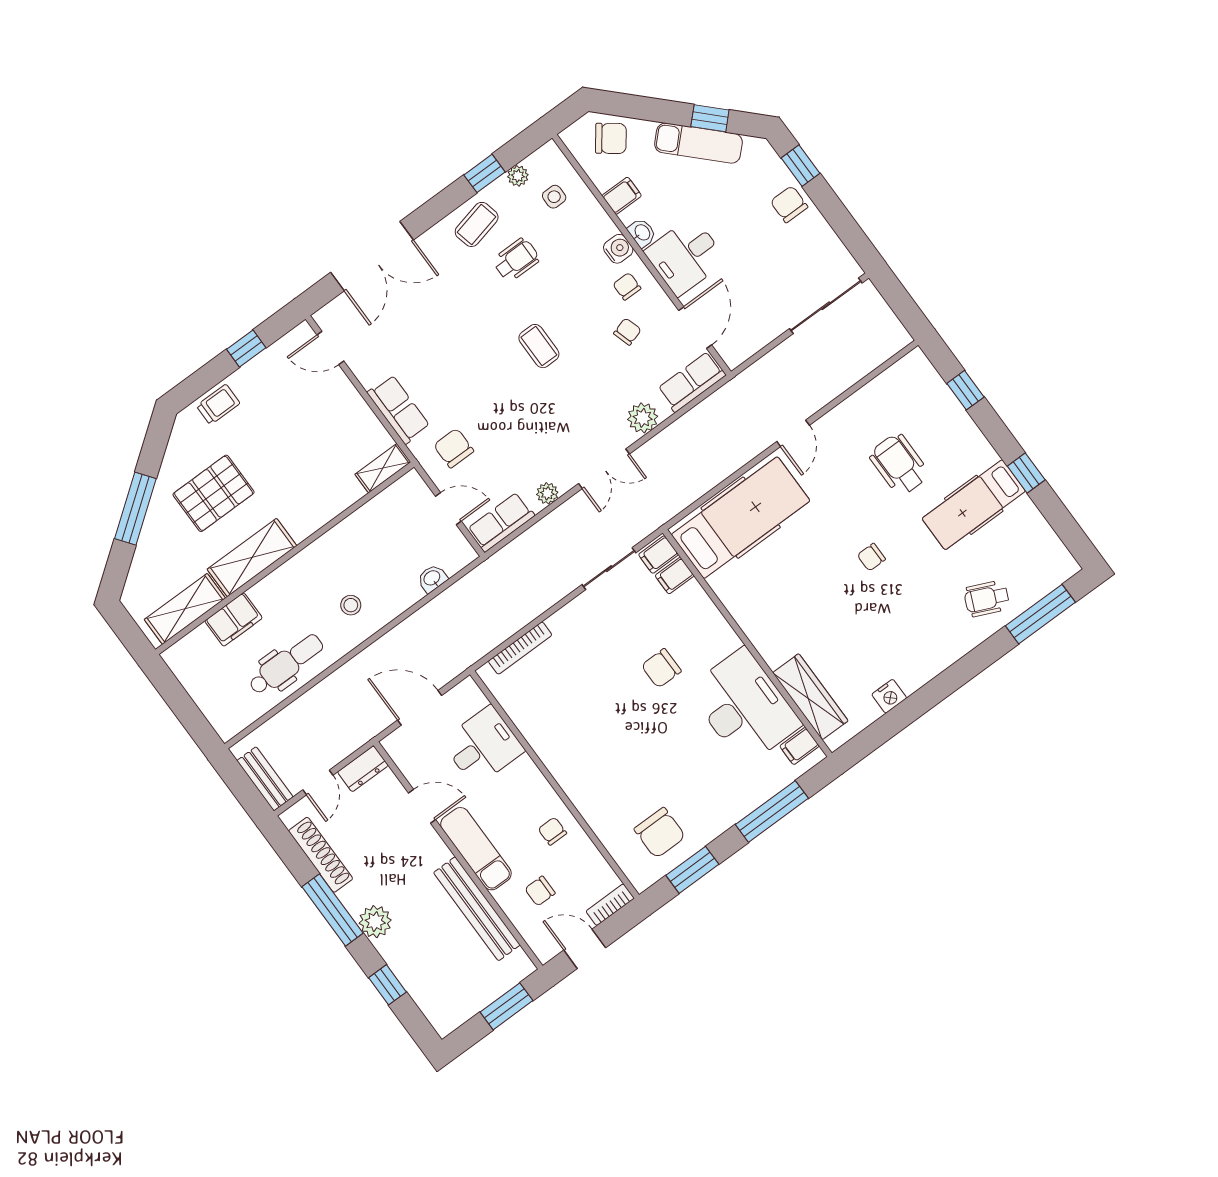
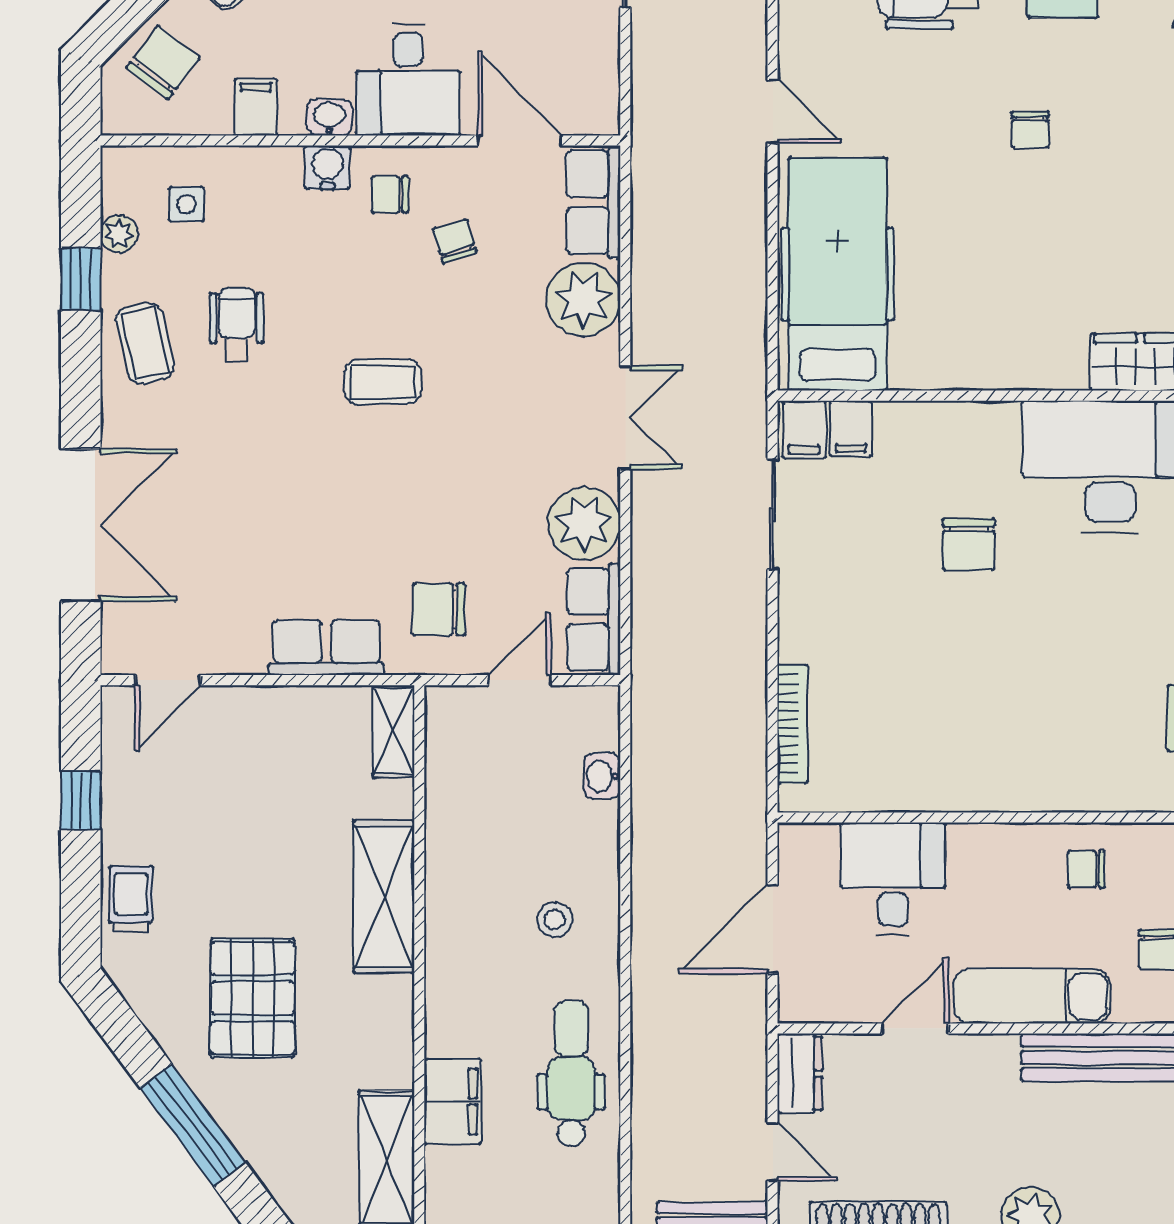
plant: (643, 418) -> (584, 299), width x1.36, depth x1.36
plant: (547, 493) -> (584, 524), width x1.88, depth x1.88
shelving: (252, 558) -> (384, 897), moved

